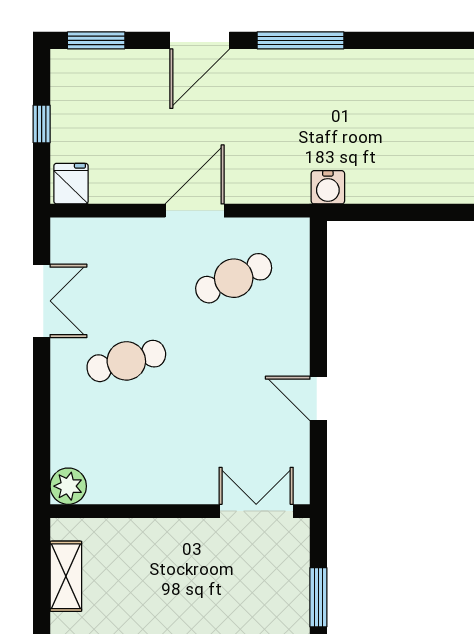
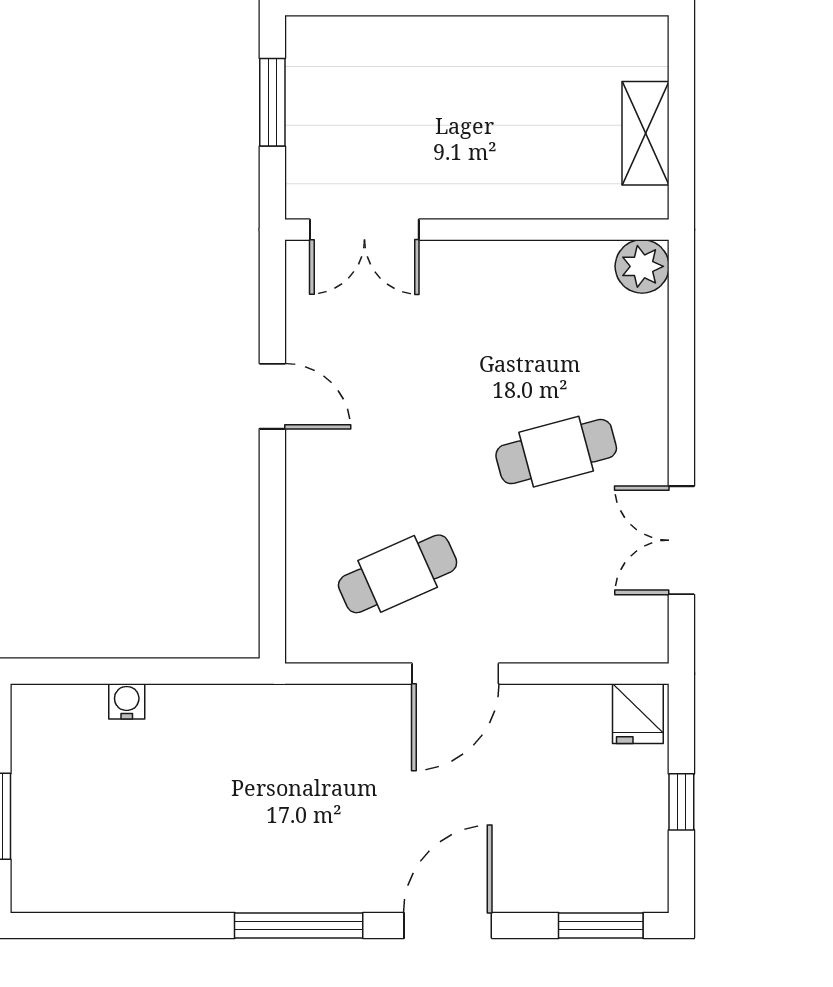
water cooler: (328, 187) -> (127, 701), moved, width x0.72, depth x0.72

